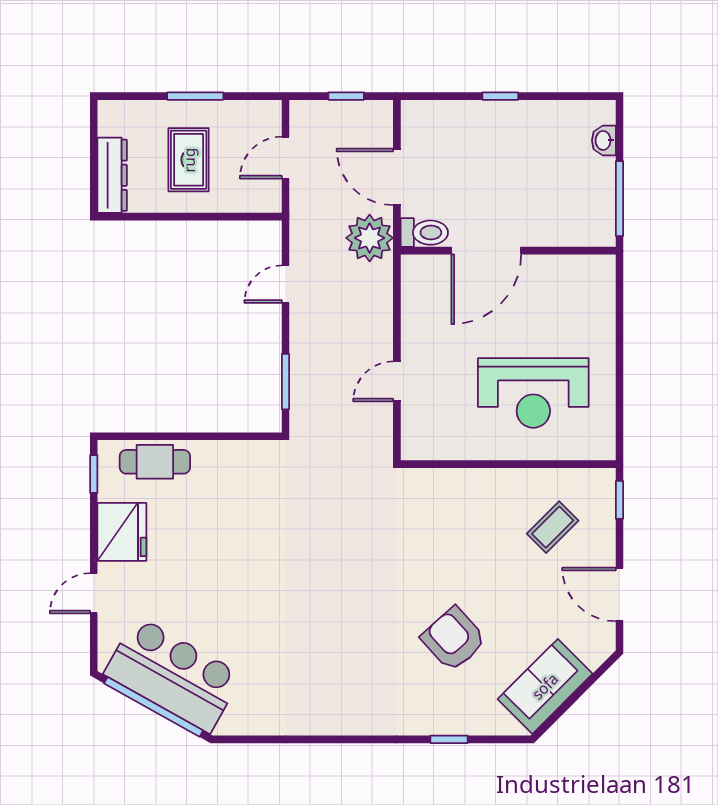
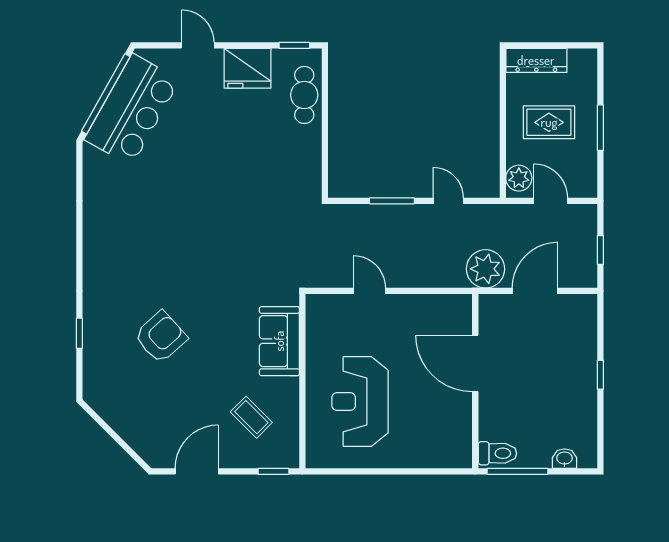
plant: (257, 197) -> (519, 178), added
toilet: (424, 233) -> (497, 453), moved, turned -90
window: (285, 382) -> (392, 201), moved
sofa: (545, 686) -> (279, 341), moved, turned -135

